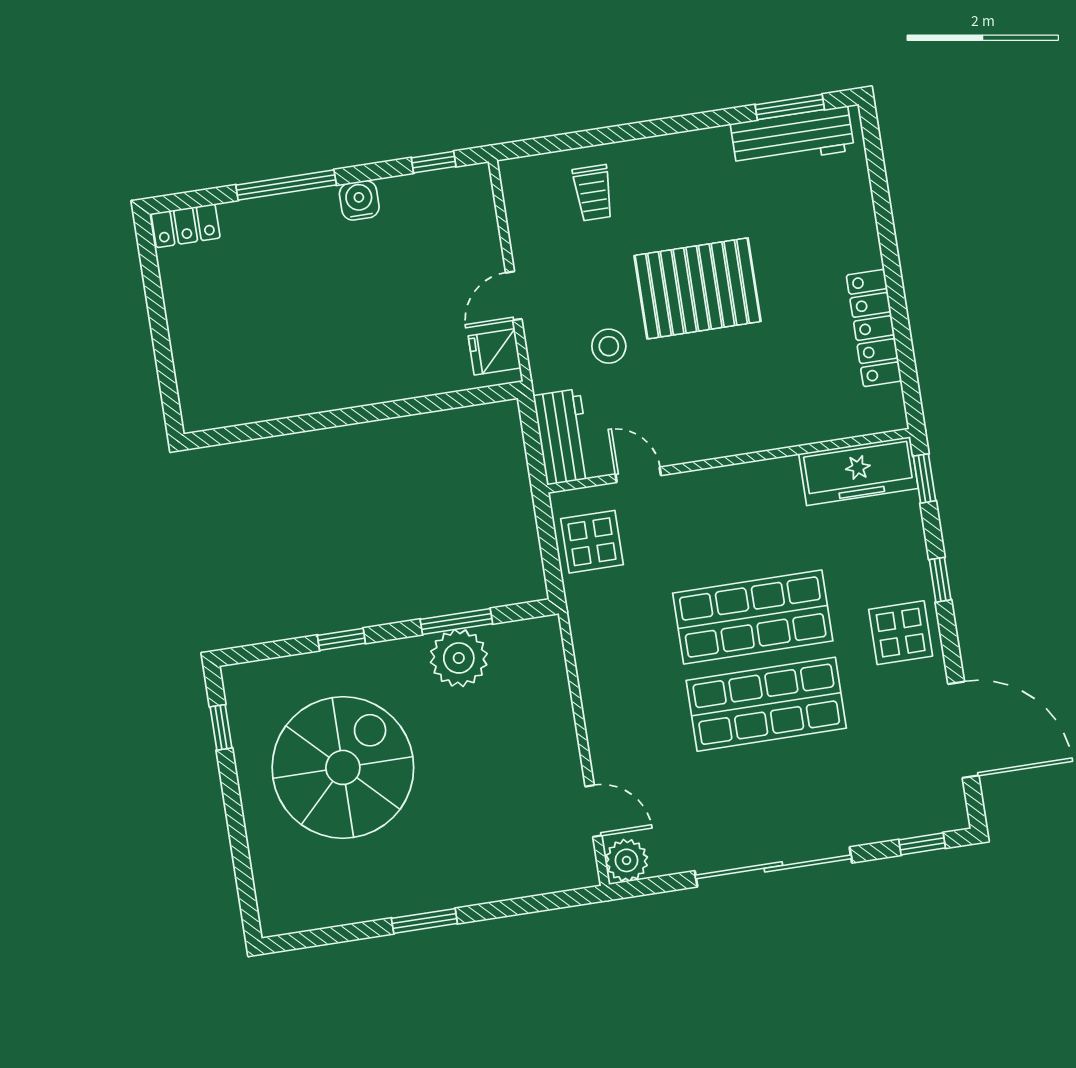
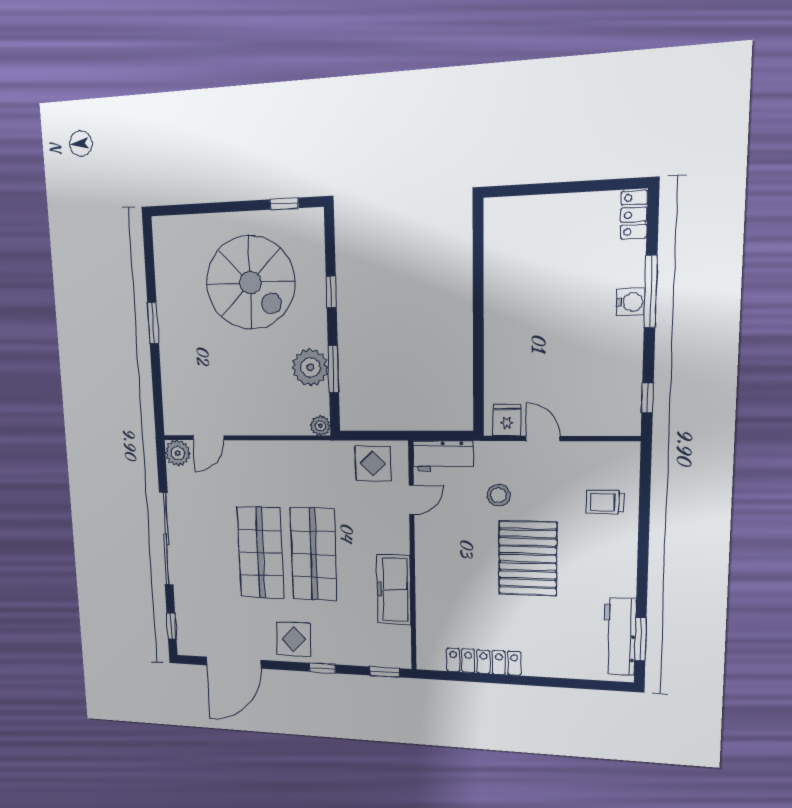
water cooler: (359, 200) -> (631, 302), moved
freezer: (858, 471) -> (394, 590), moved
plant: (546, 631) -> (320, 426), added

